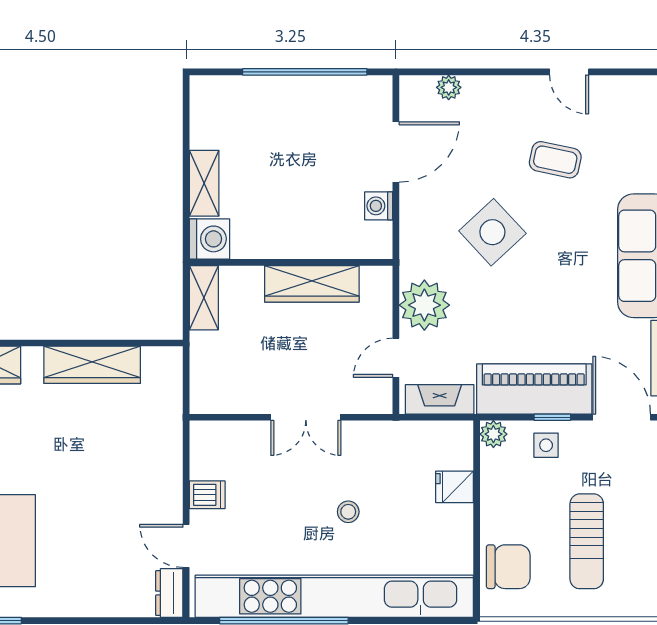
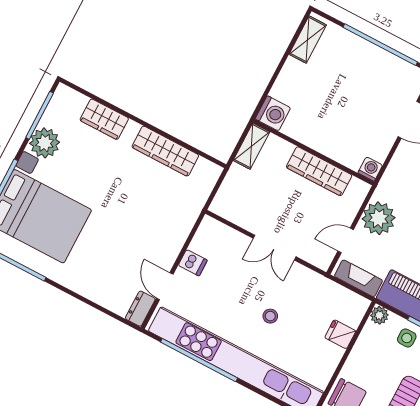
shelving: (204, 183) -> (308, 40), moved
washing machine: (379, 206) -> (370, 169), moved, turned 90

